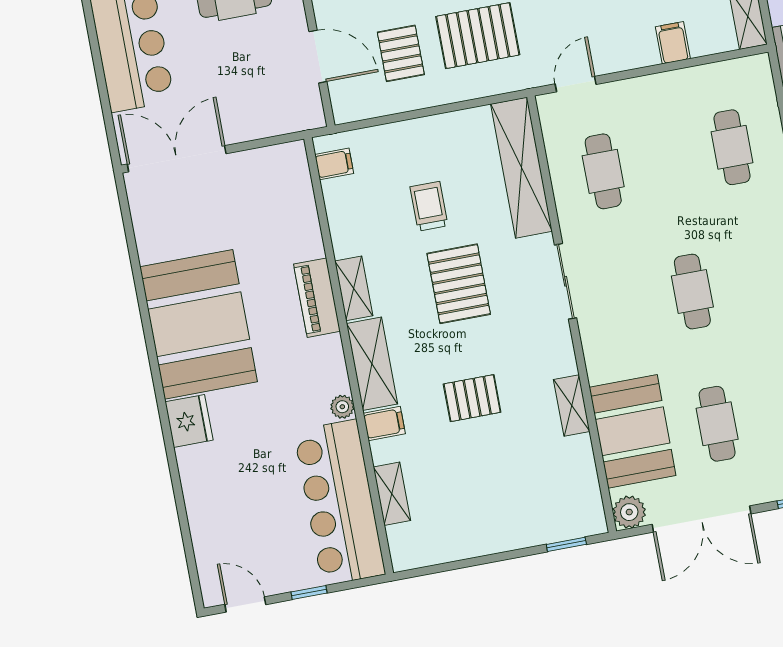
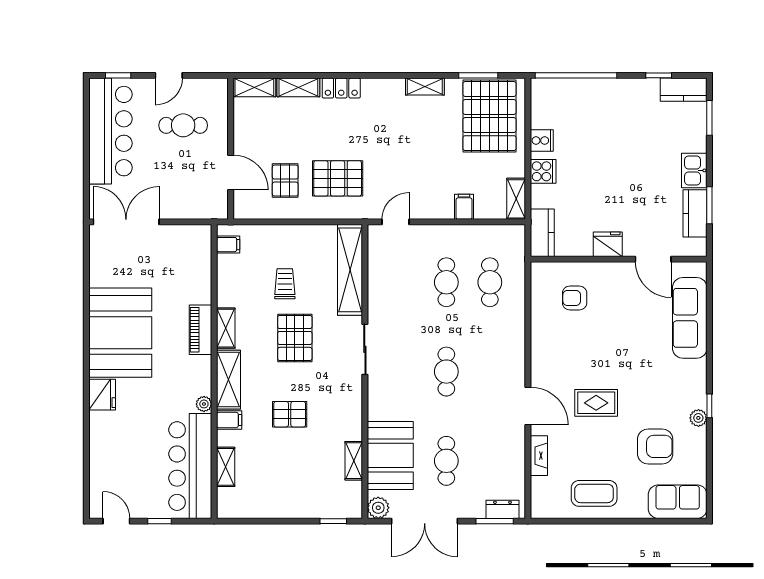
cafe table: (603, 171) -> (446, 282), moved
shelving: (572, 405) -> (354, 461), moved

